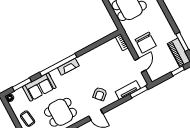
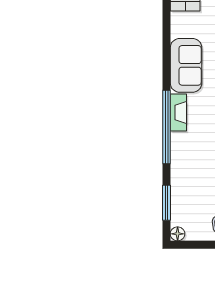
sofa: (39, 87) -> (186, 65), moved

